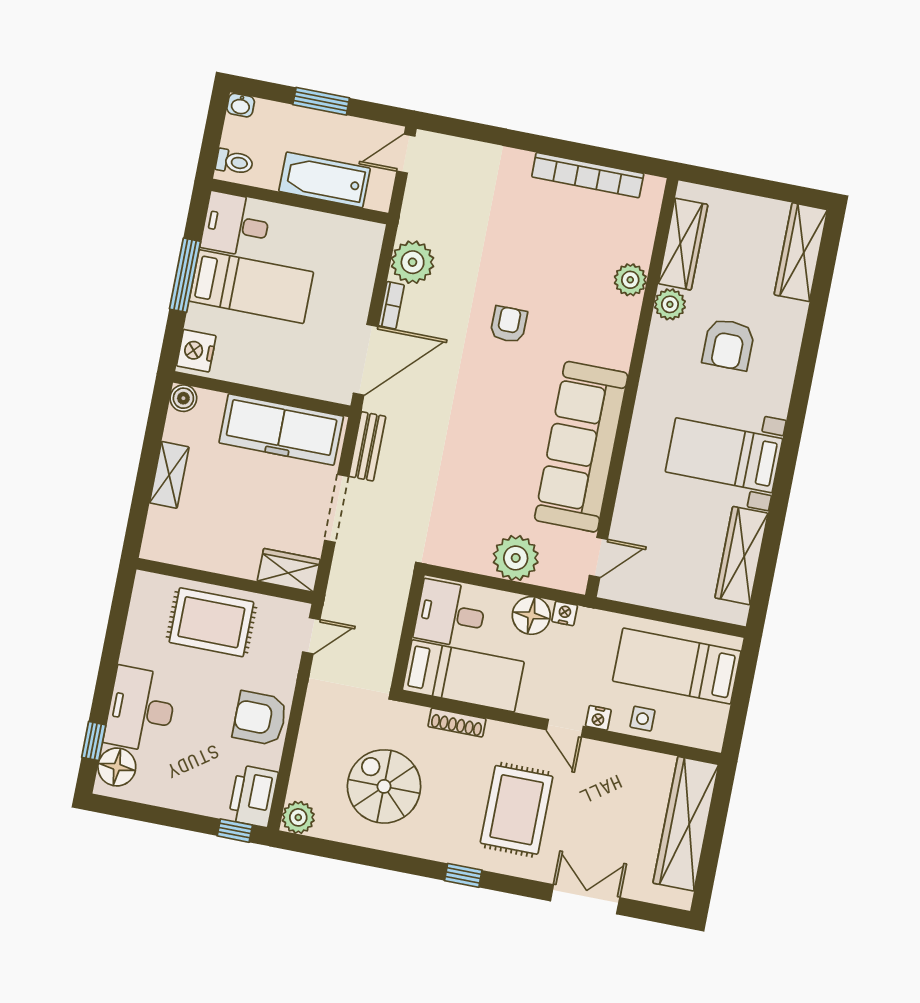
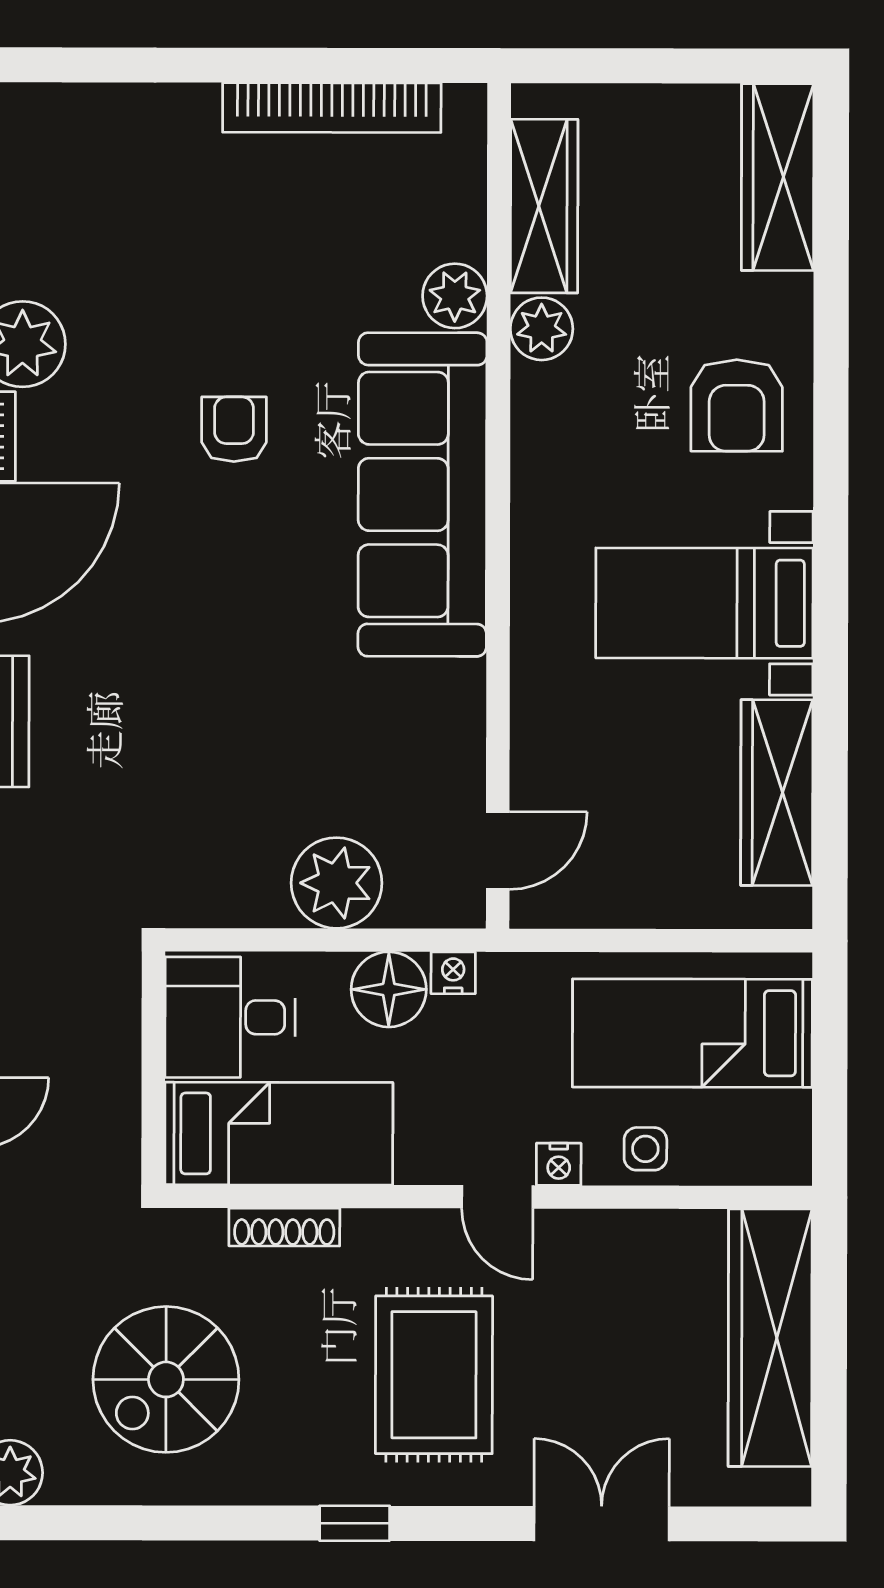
armchair: (728, 344) -> (737, 405), moved
sofa: (581, 447) -> (422, 495), moved
spiral stairs: (384, 786) -> (166, 1379), turned -90

